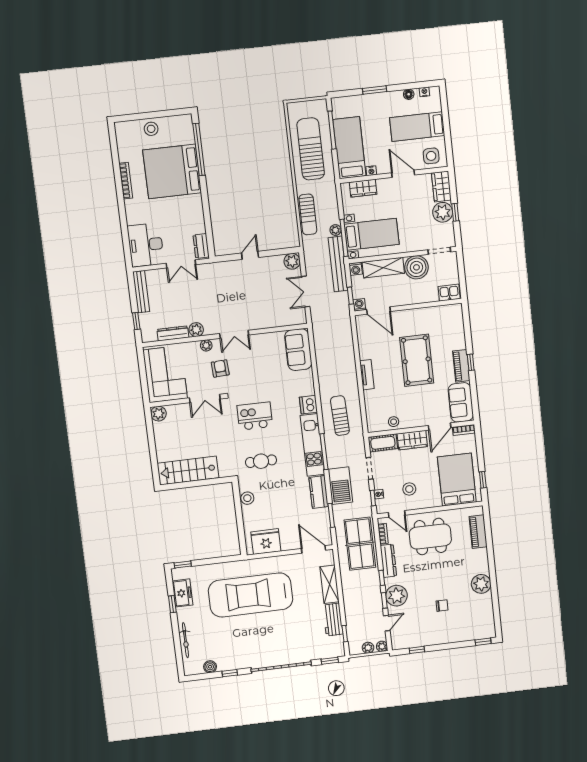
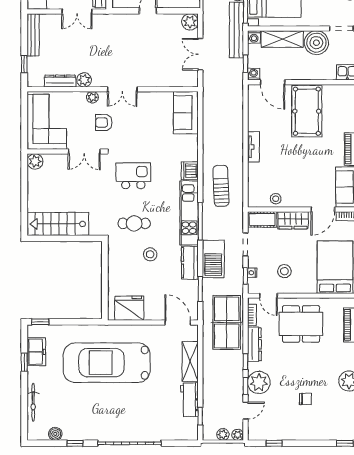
pool table: (417, 360) -> (307, 111), moved
armchair: (220, 368) -> (104, 123), turned -87
stool: (247, 498) -> (150, 254), moved
window: (330, 661) -> (181, 443), removed

